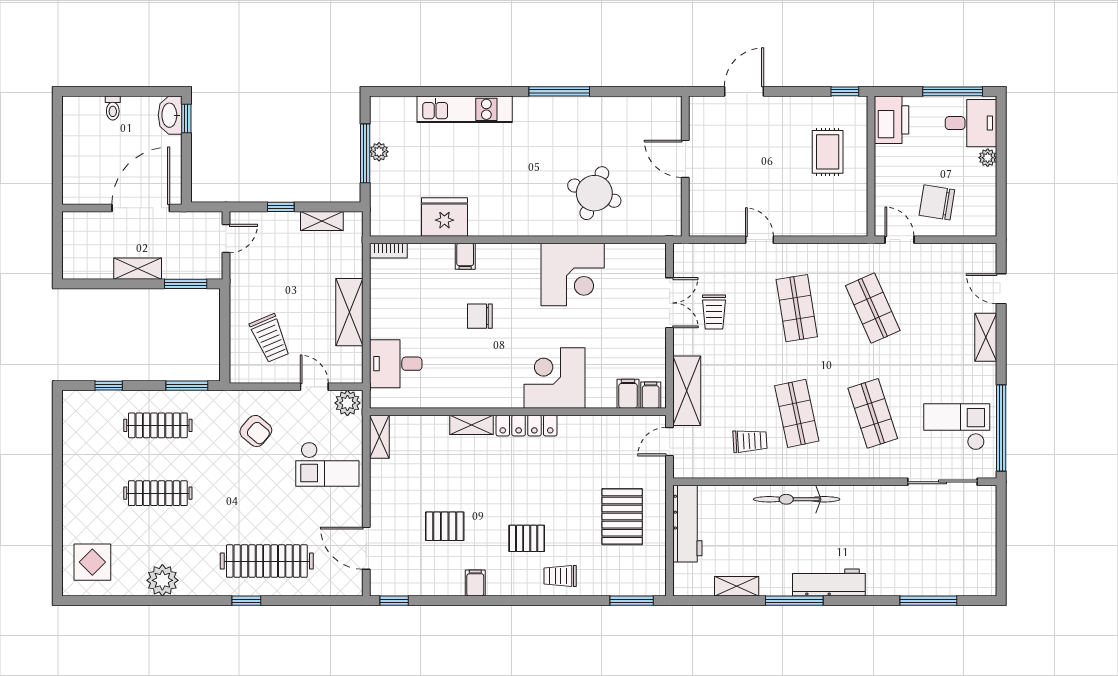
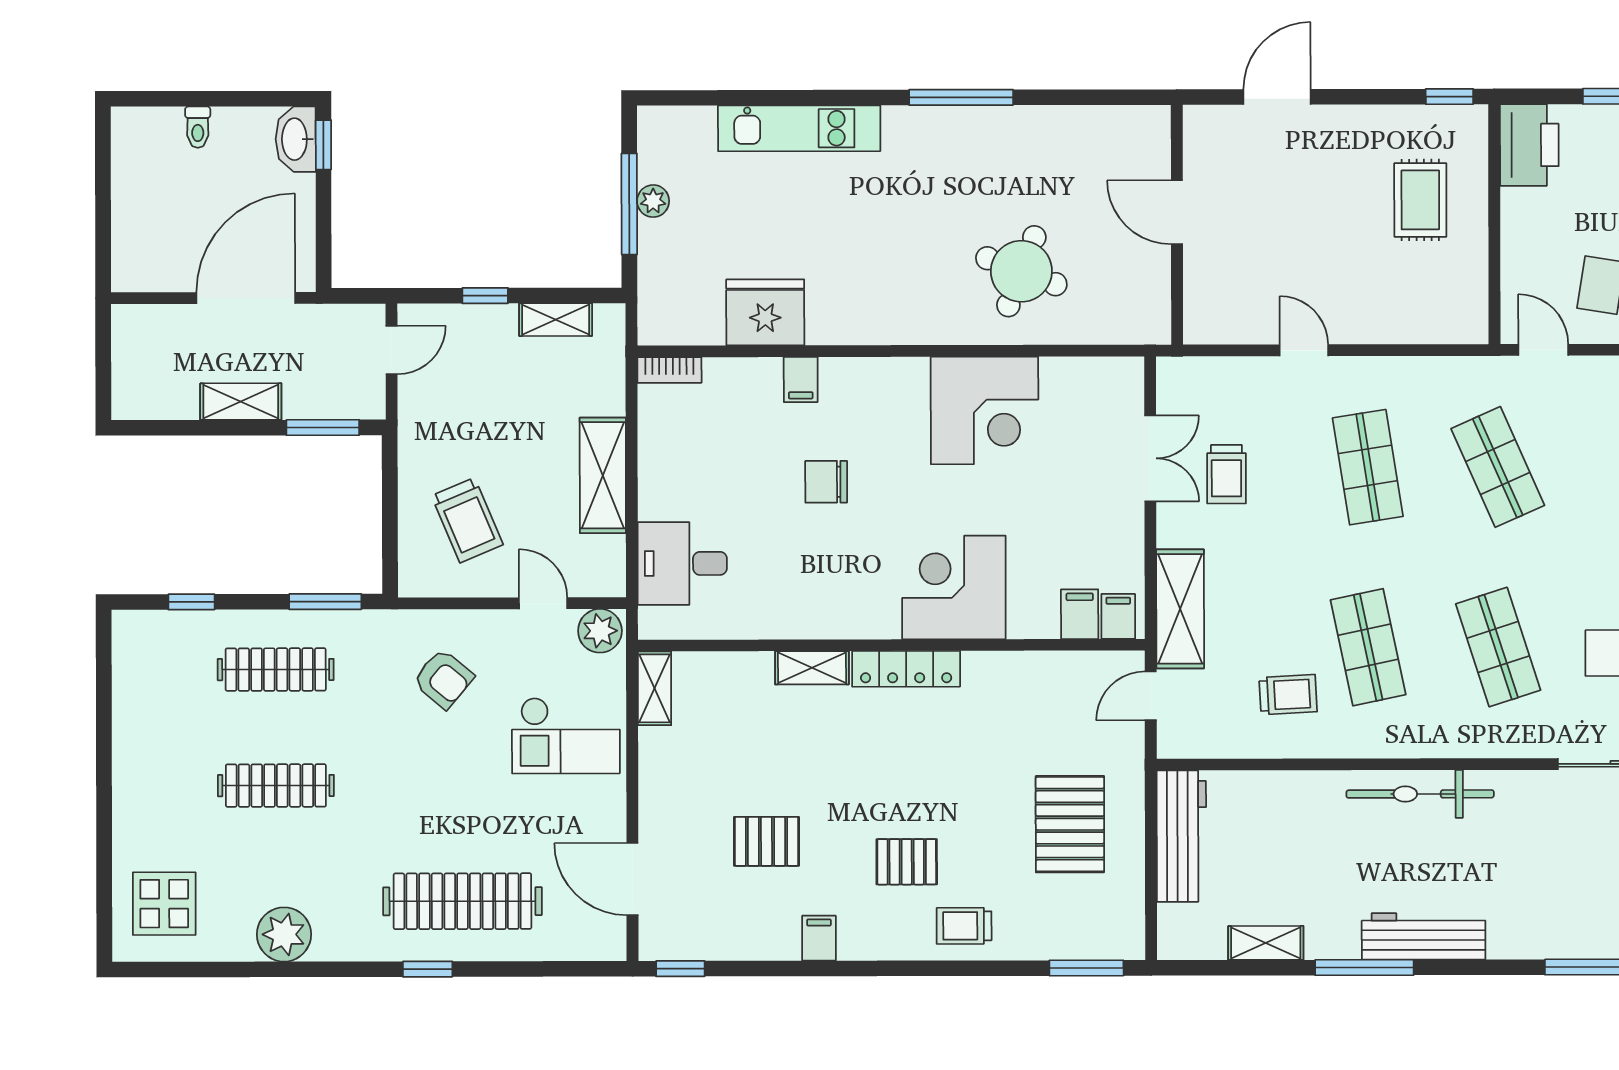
bicycle: (797, 499) -> (1420, 794), moved

